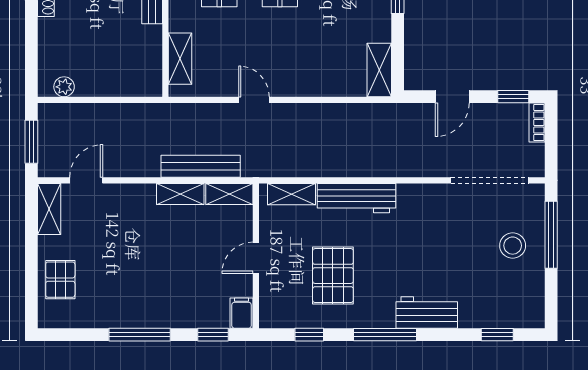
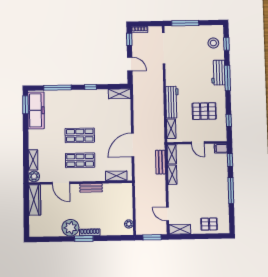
door: (254, 100) -> (133, 145), width x1.87
bench: (201, 166) -> (160, 162), width x0.73
stool: (513, 246) -> (213, 43), moved
window: (385, 335) -> (227, 78), moved

